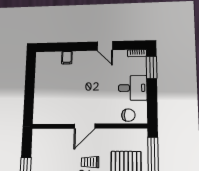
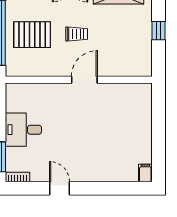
filing cabinet: (67, 58) -> (145, 173), moved
chair: (128, 115) -> (29, 94), removed

